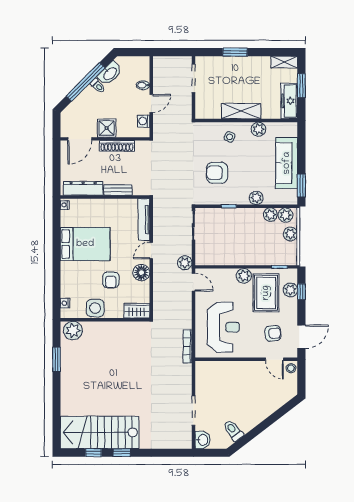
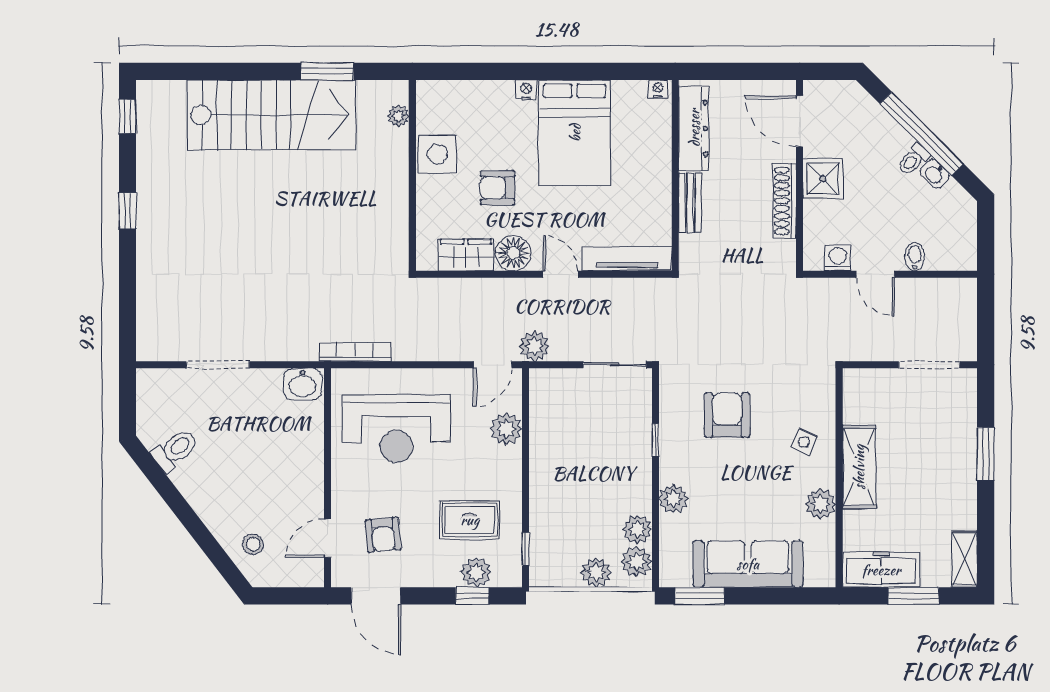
washbasin: (110, 73) -> (935, 174), width x0.52, depth x0.69
plant: (244, 276) -> (506, 429), moved
rug: (266, 293) -> (470, 520), width x0.73, depth x0.70
nightstand: (65, 303) -> (526, 90), moved
wardrobe: (137, 311) -> (466, 255), moved, turned -90
plant: (73, 331) -> (398, 116), width x0.53, depth x0.53
stool: (291, 368) -> (253, 544), moved
stairs: (100, 432) -> (271, 115), moved, turned 90
washbasin: (203, 440) -> (303, 384), moved
window: (93, 453) -> (128, 116), moved

